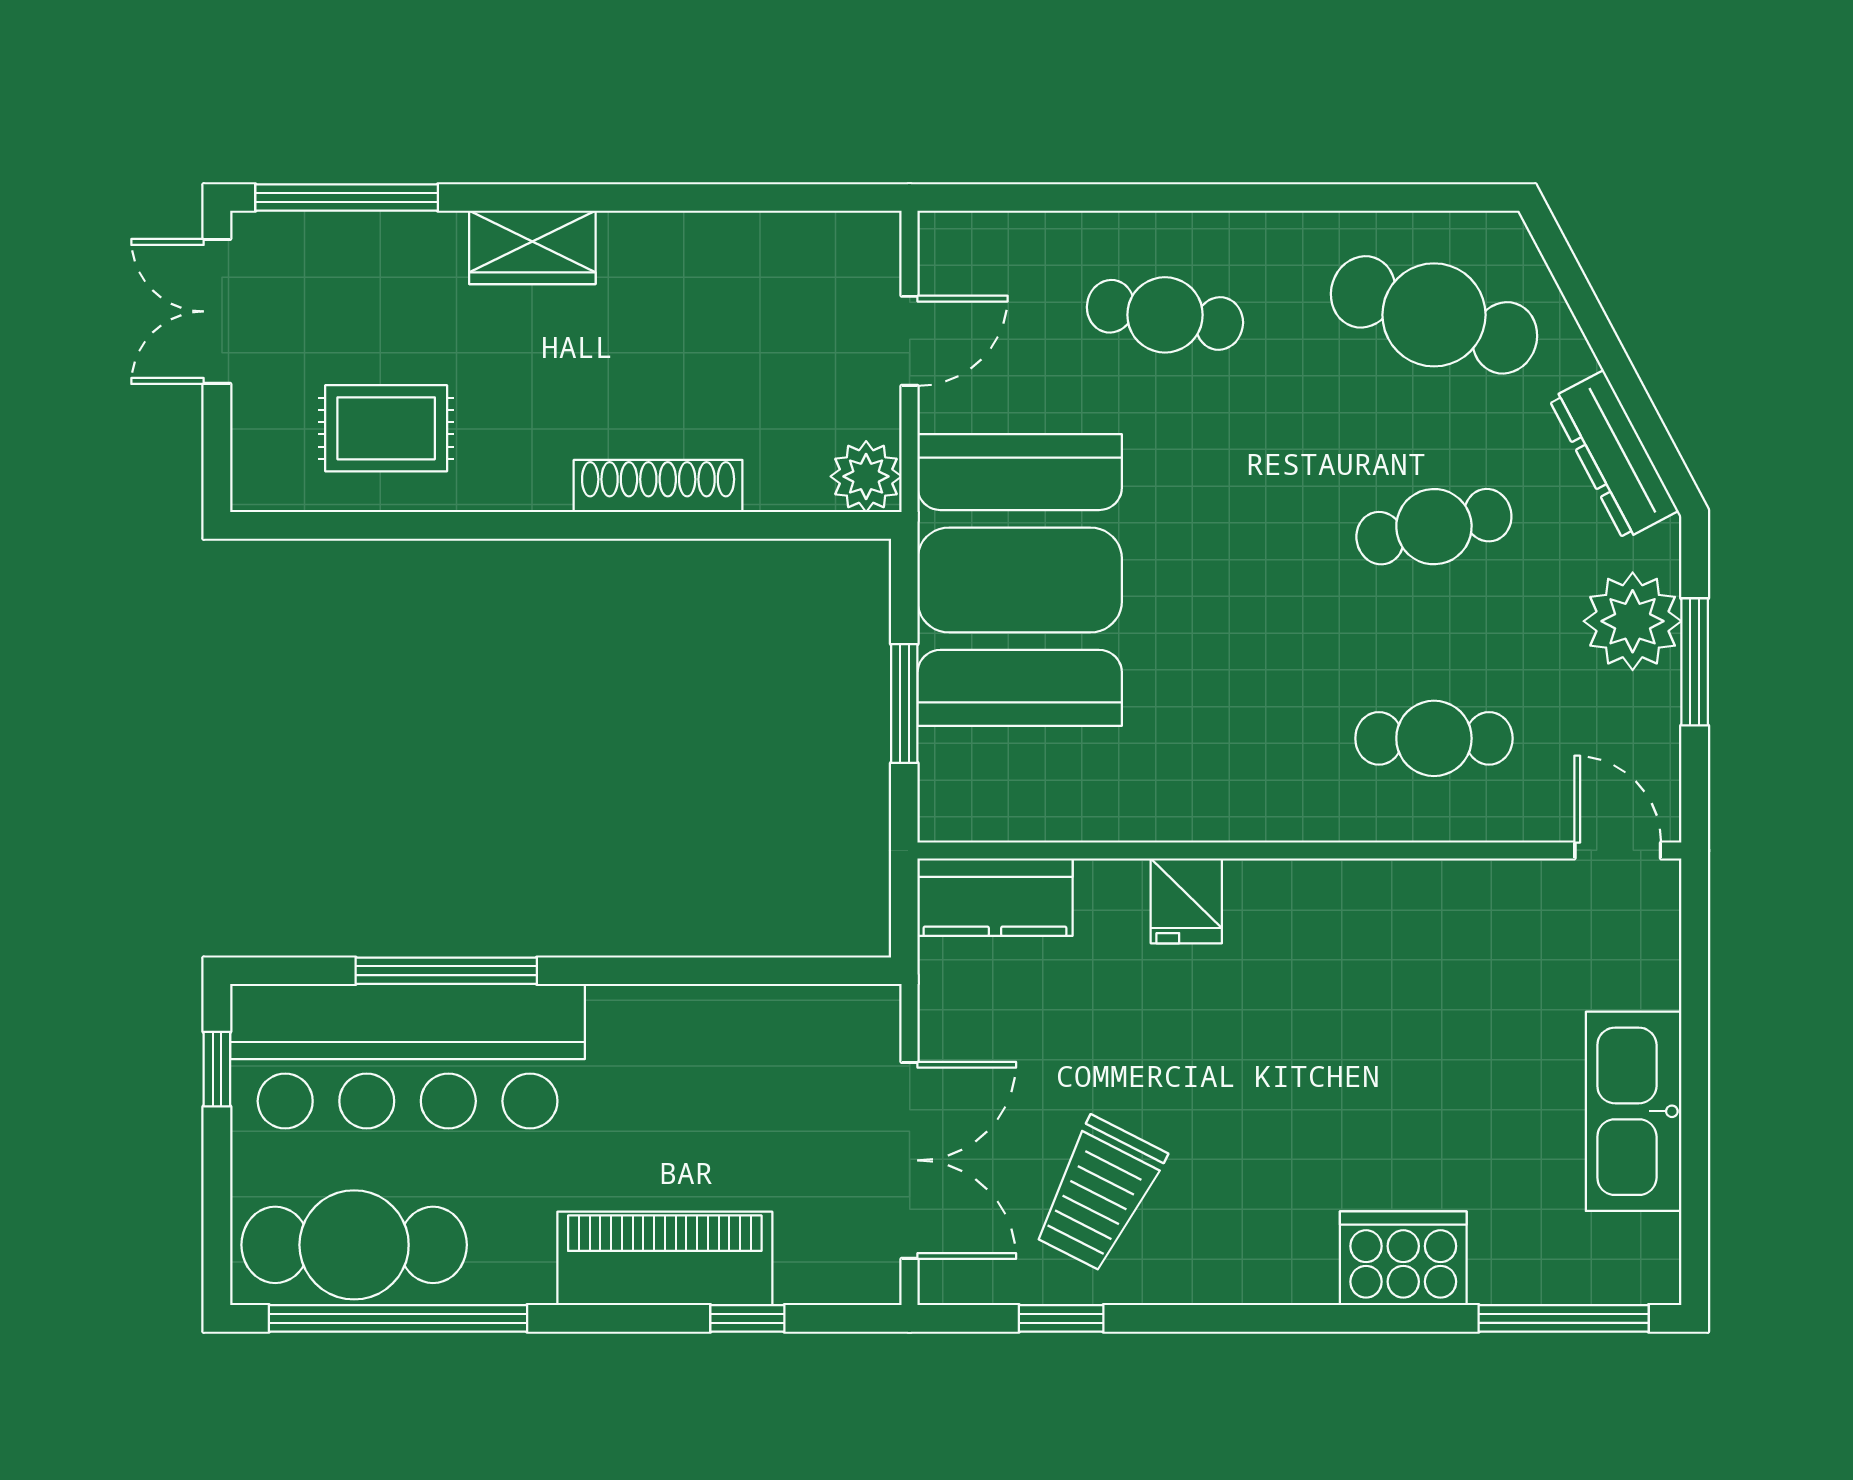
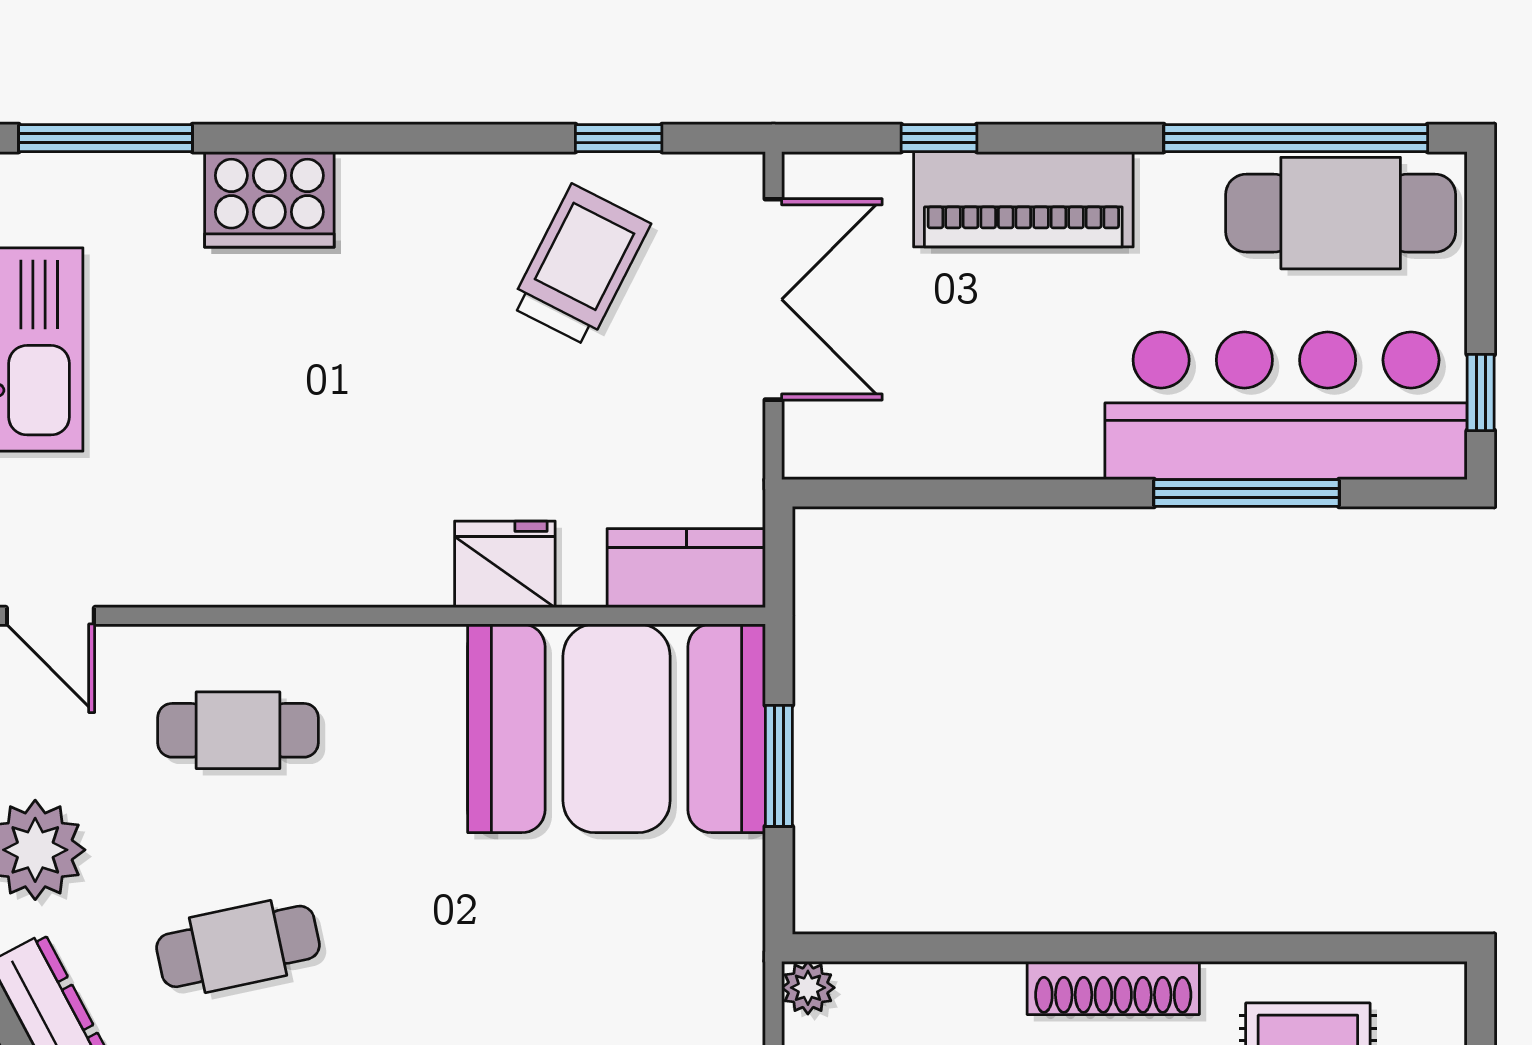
plant: (866, 476) -> (808, 988), width x0.73, depth x0.73
shoe rack: (658, 486) -> (1113, 988), moved
booth: (1020, 580) -> (617, 728), moved, turned 90
fridge: (1186, 901) -> (505, 564), width x1.38
double door: (910, 1160) -> (773, 299), swing flipped

